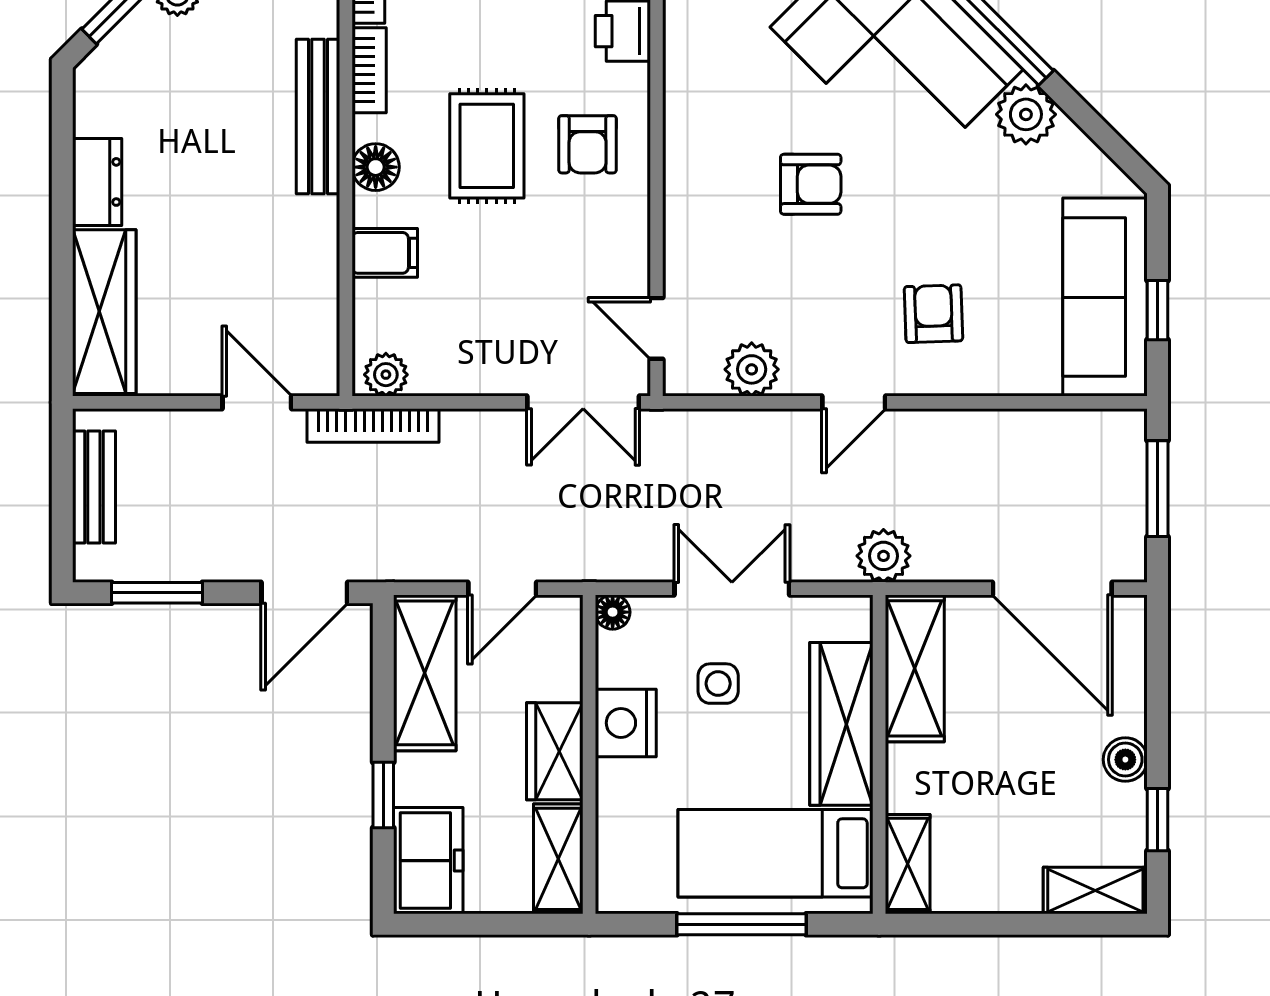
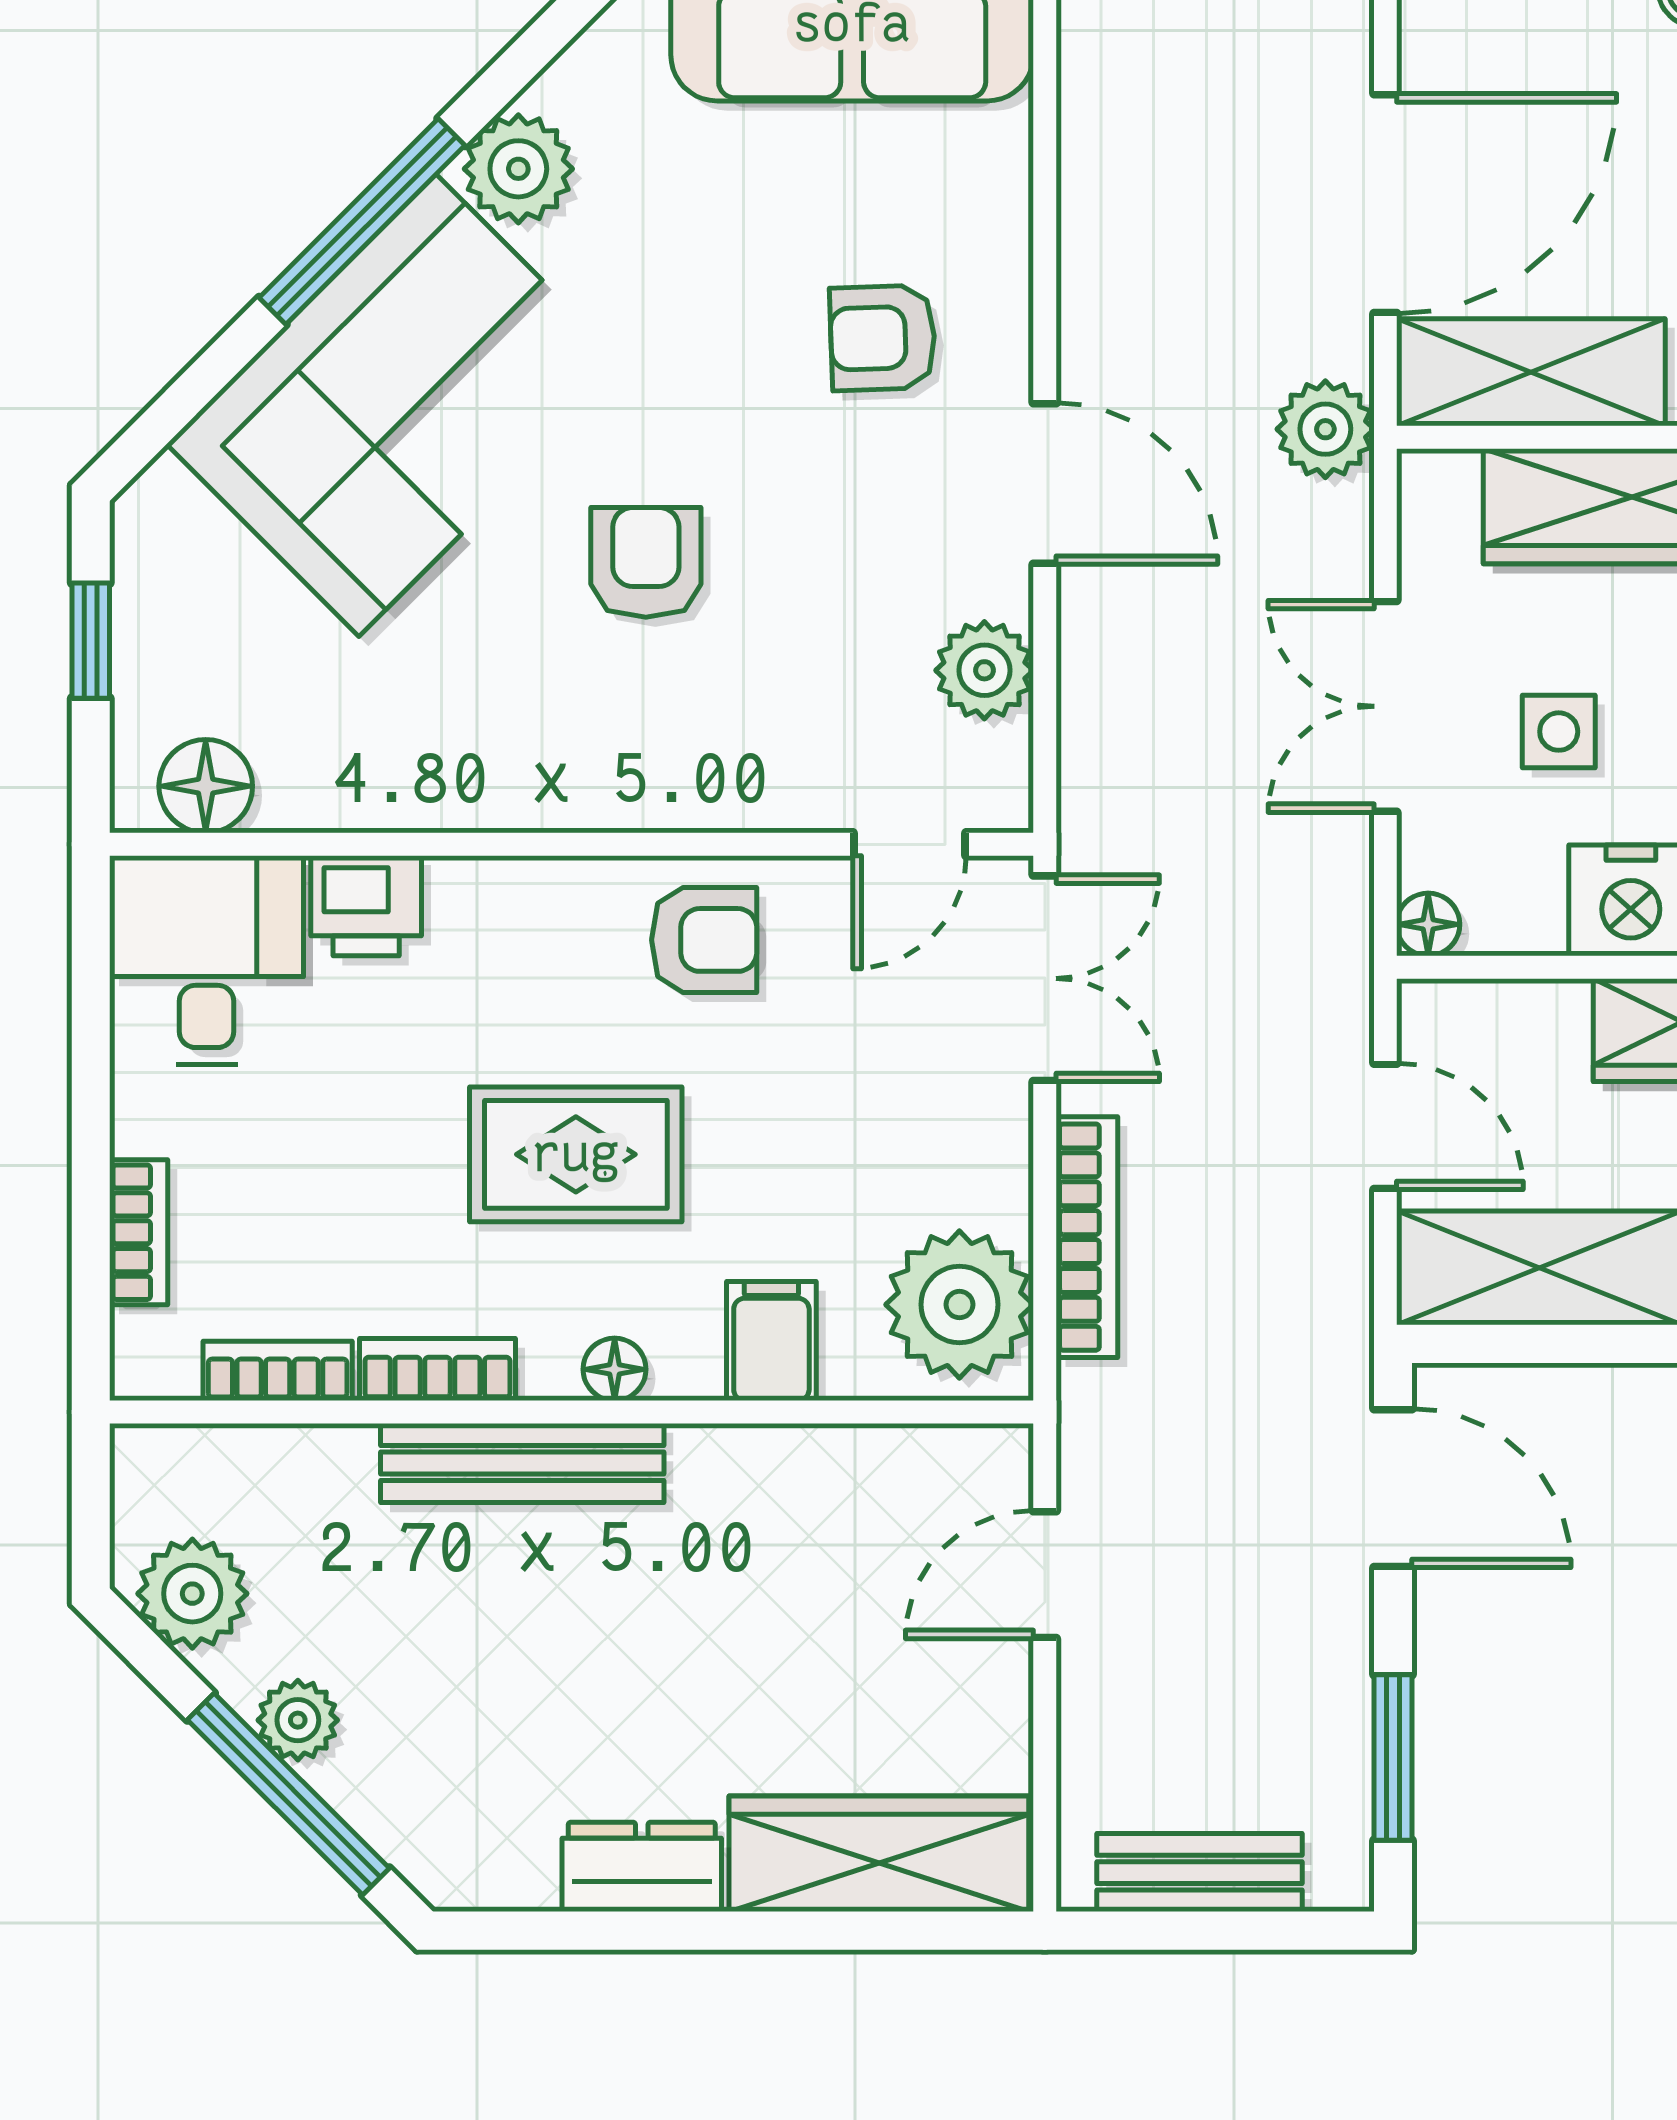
armchair: (588, 144) -> (704, 940), moved
floor lamp: (376, 167) -> (615, 1369), width x0.73, depth x0.73
plant: (386, 375) -> (959, 1305), width x1.87, depth x1.87
door: (854, 402) -> (1045, 483), width x1.38
bookcase: (373, 425) -> (1087, 1237), moved
door: (1052, 589) -> (1385, 204), moved

